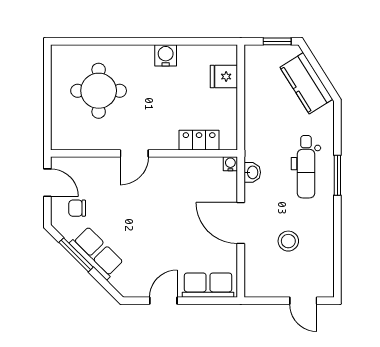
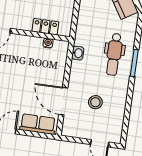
water cooler: (230, 164) -> (48, 43), moved
door: (241, 223) -> (63, 101), moved

